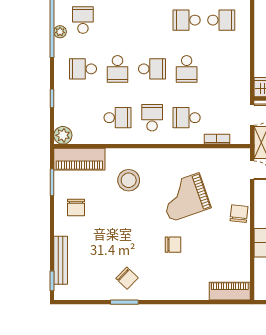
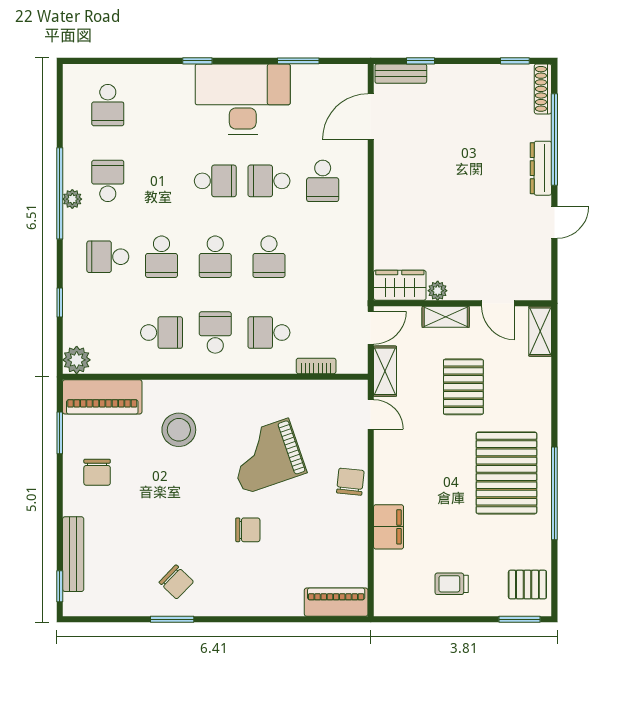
school desk: (152, 20) -> (215, 181), added
school desk: (221, 20) -> (323, 181), turned 90
school desk: (152, 69) -> (215, 257), turned 90

